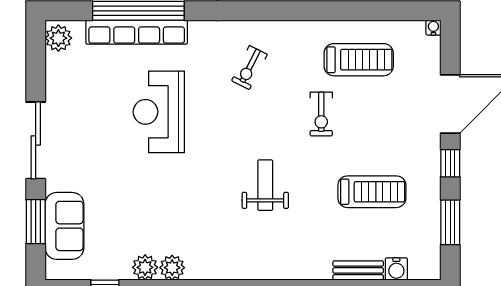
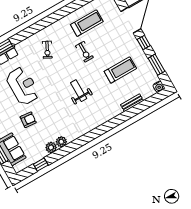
reception desk: (159, 112) -> (23, 86), turned 180
armchair: (131, 186) -> (28, 120), added
water cooler: (396, 269) -> (159, 87), moved

